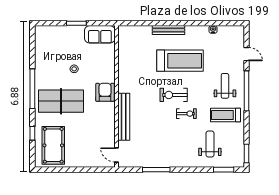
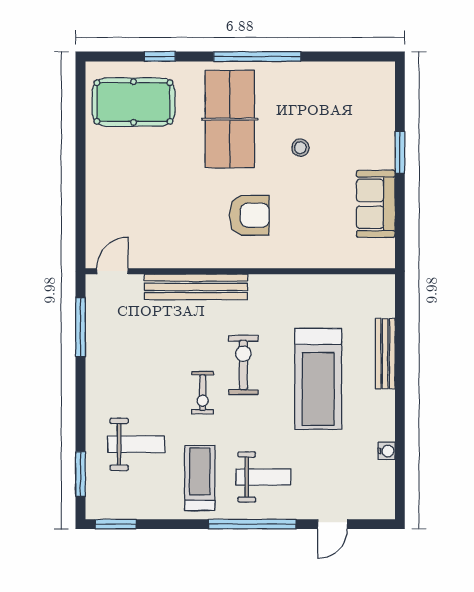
wall: (116, 96) -> (240, 271), moved
bench: (124, 117) -> (196, 287), moved
door: (116, 155) -> (112, 271), moved

